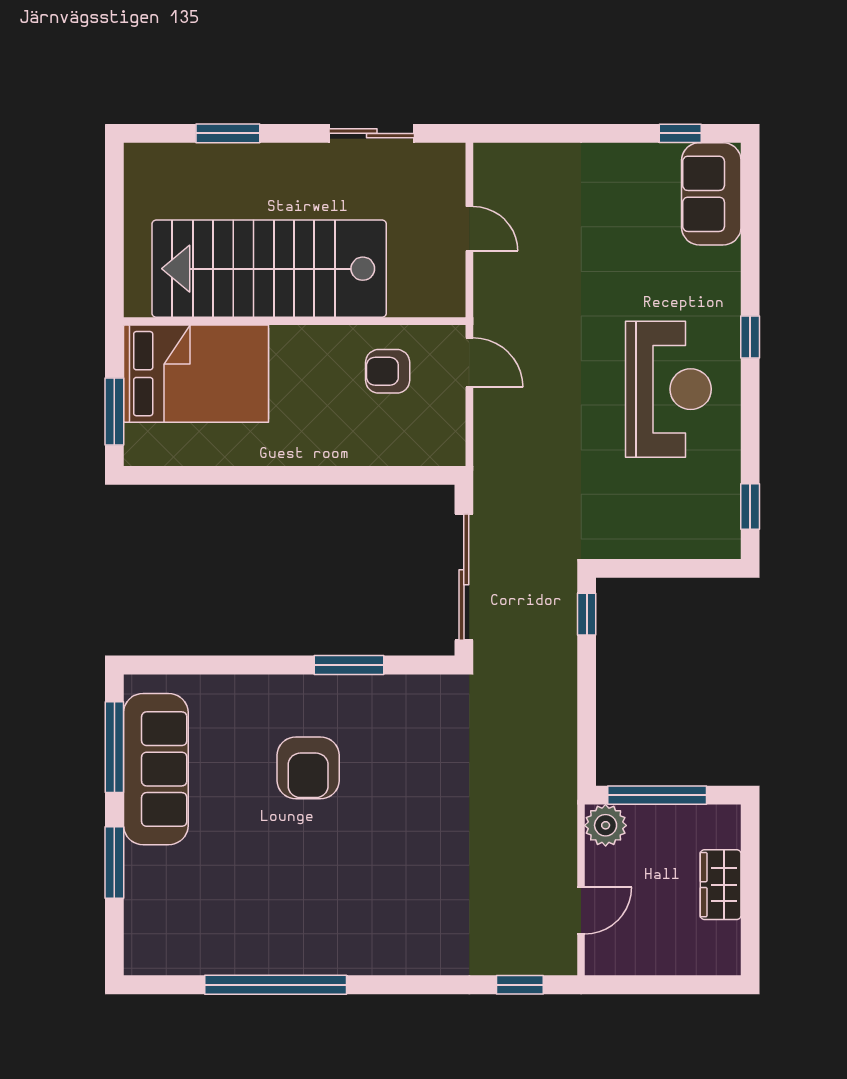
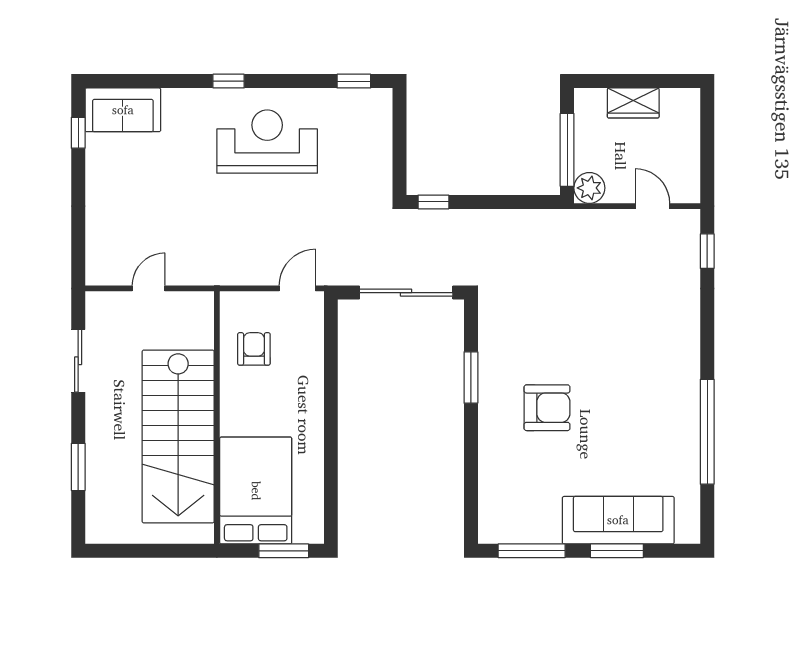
door: (469, 362) -> (297, 288), moved
armchair: (388, 371) -> (254, 349), turned 180
sofa: (156, 769) -> (618, 520), moved

